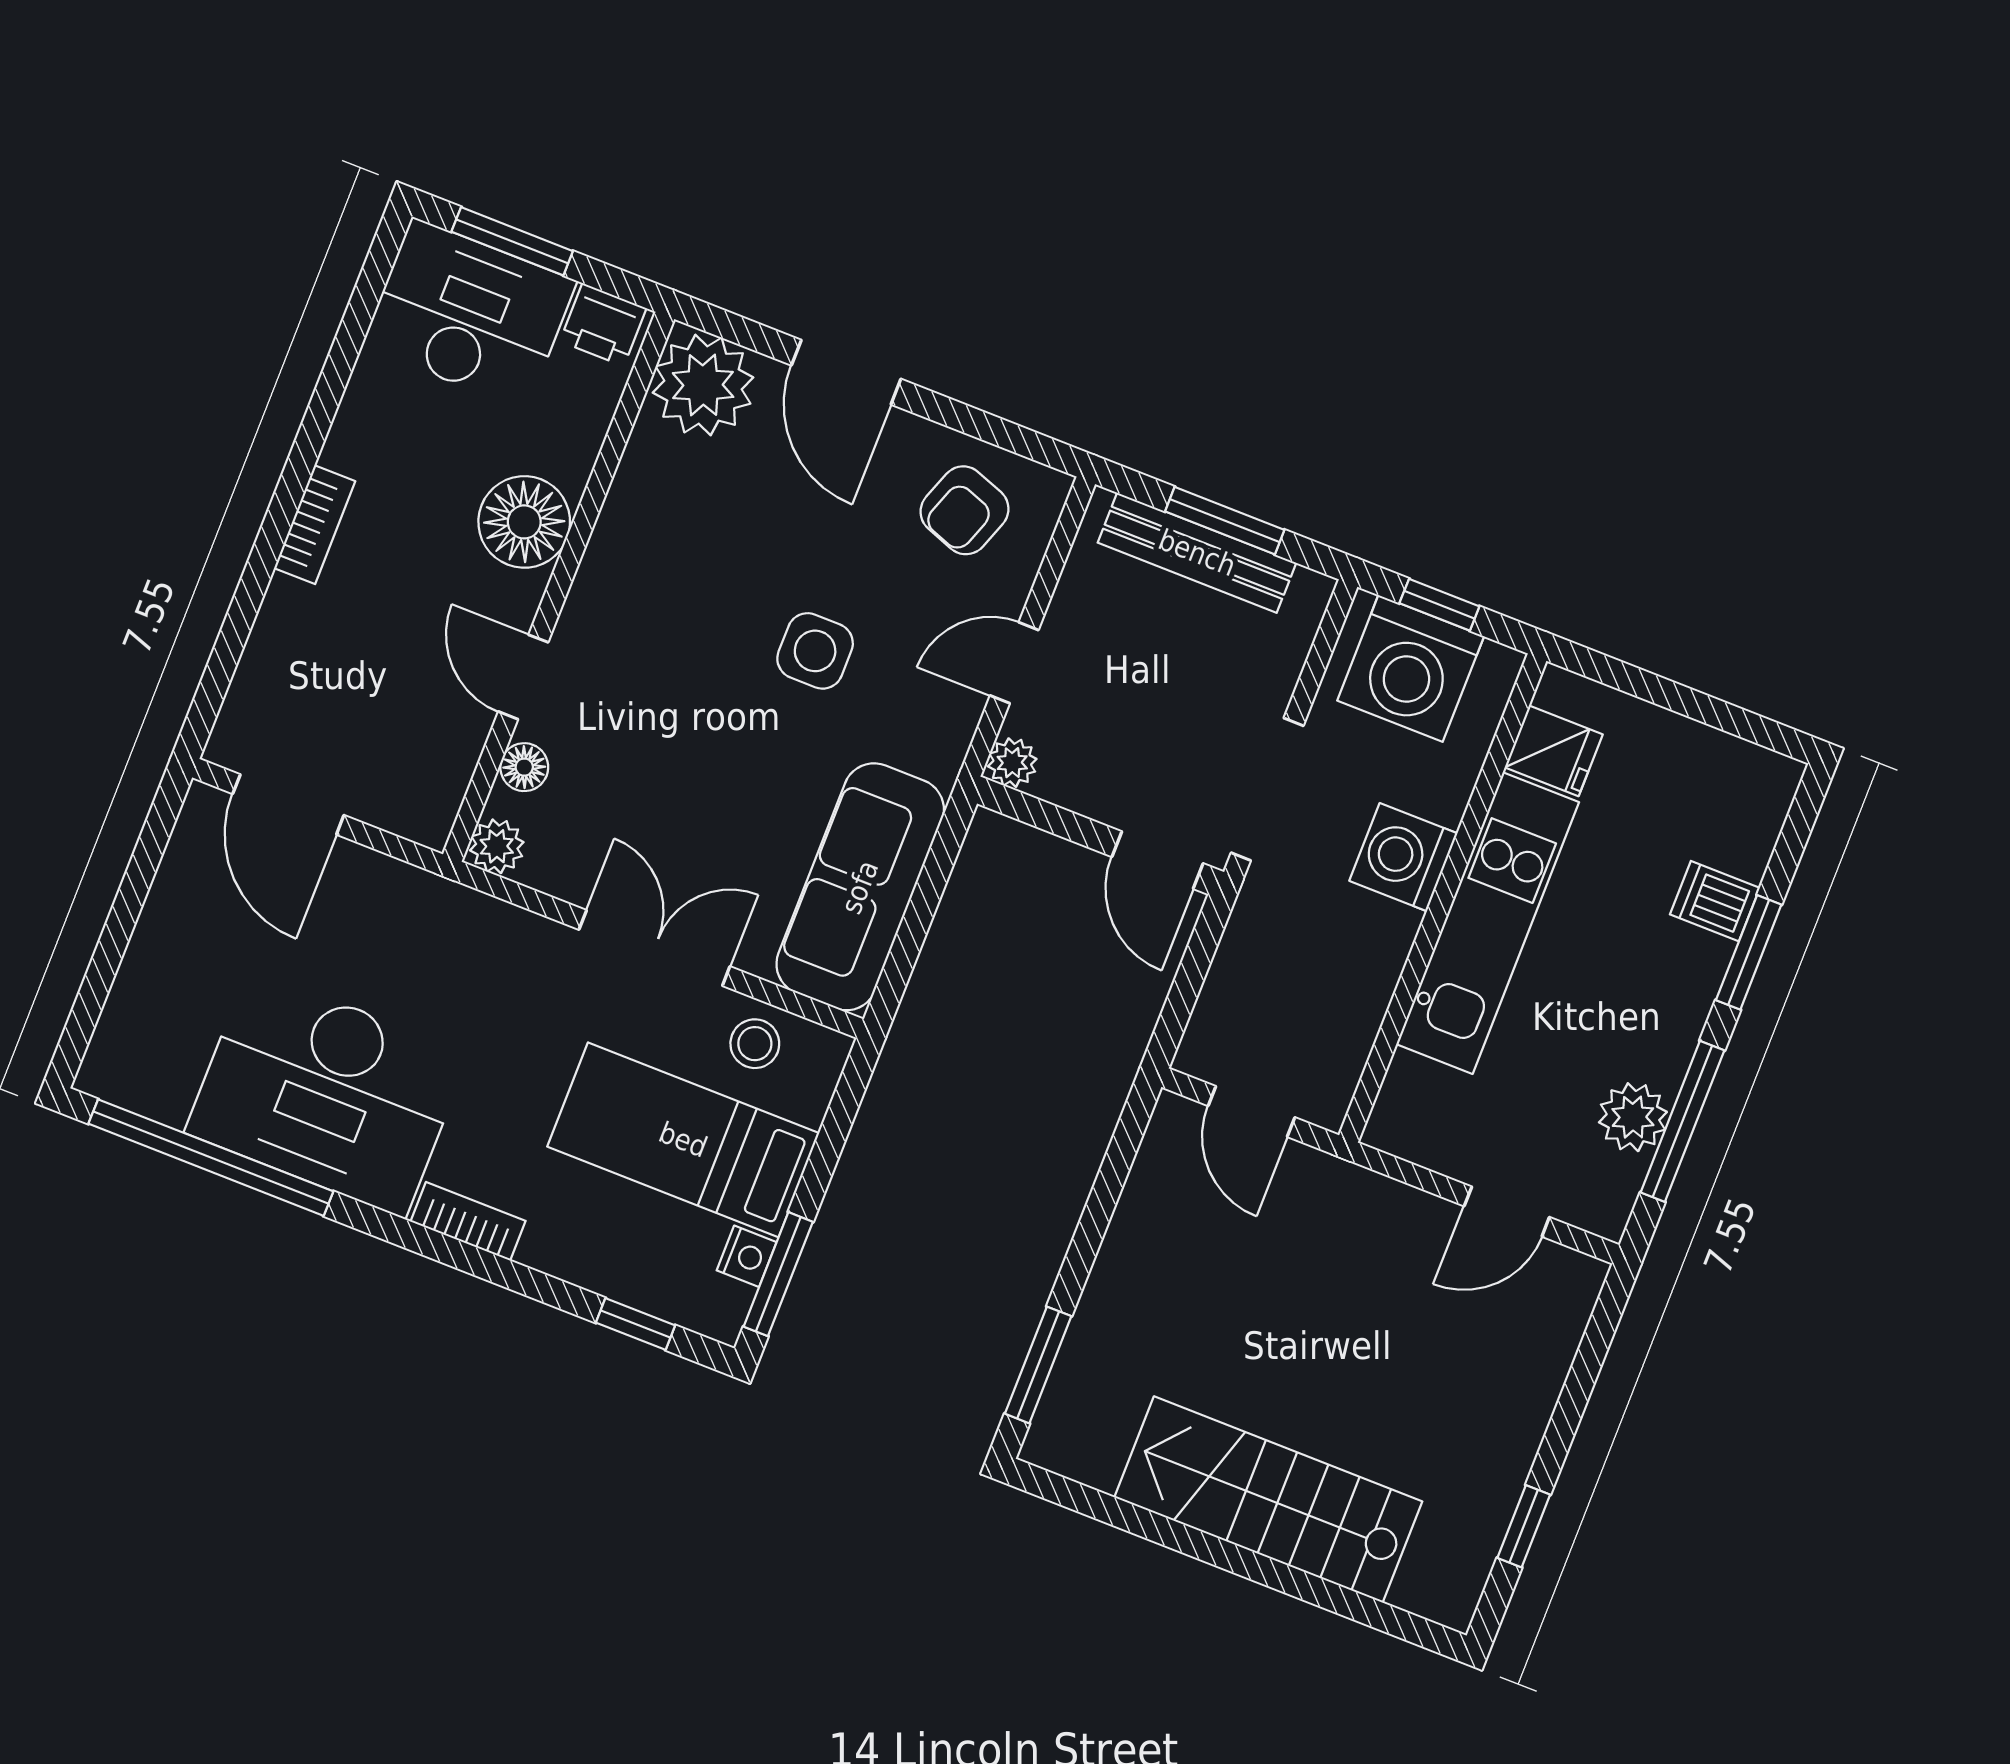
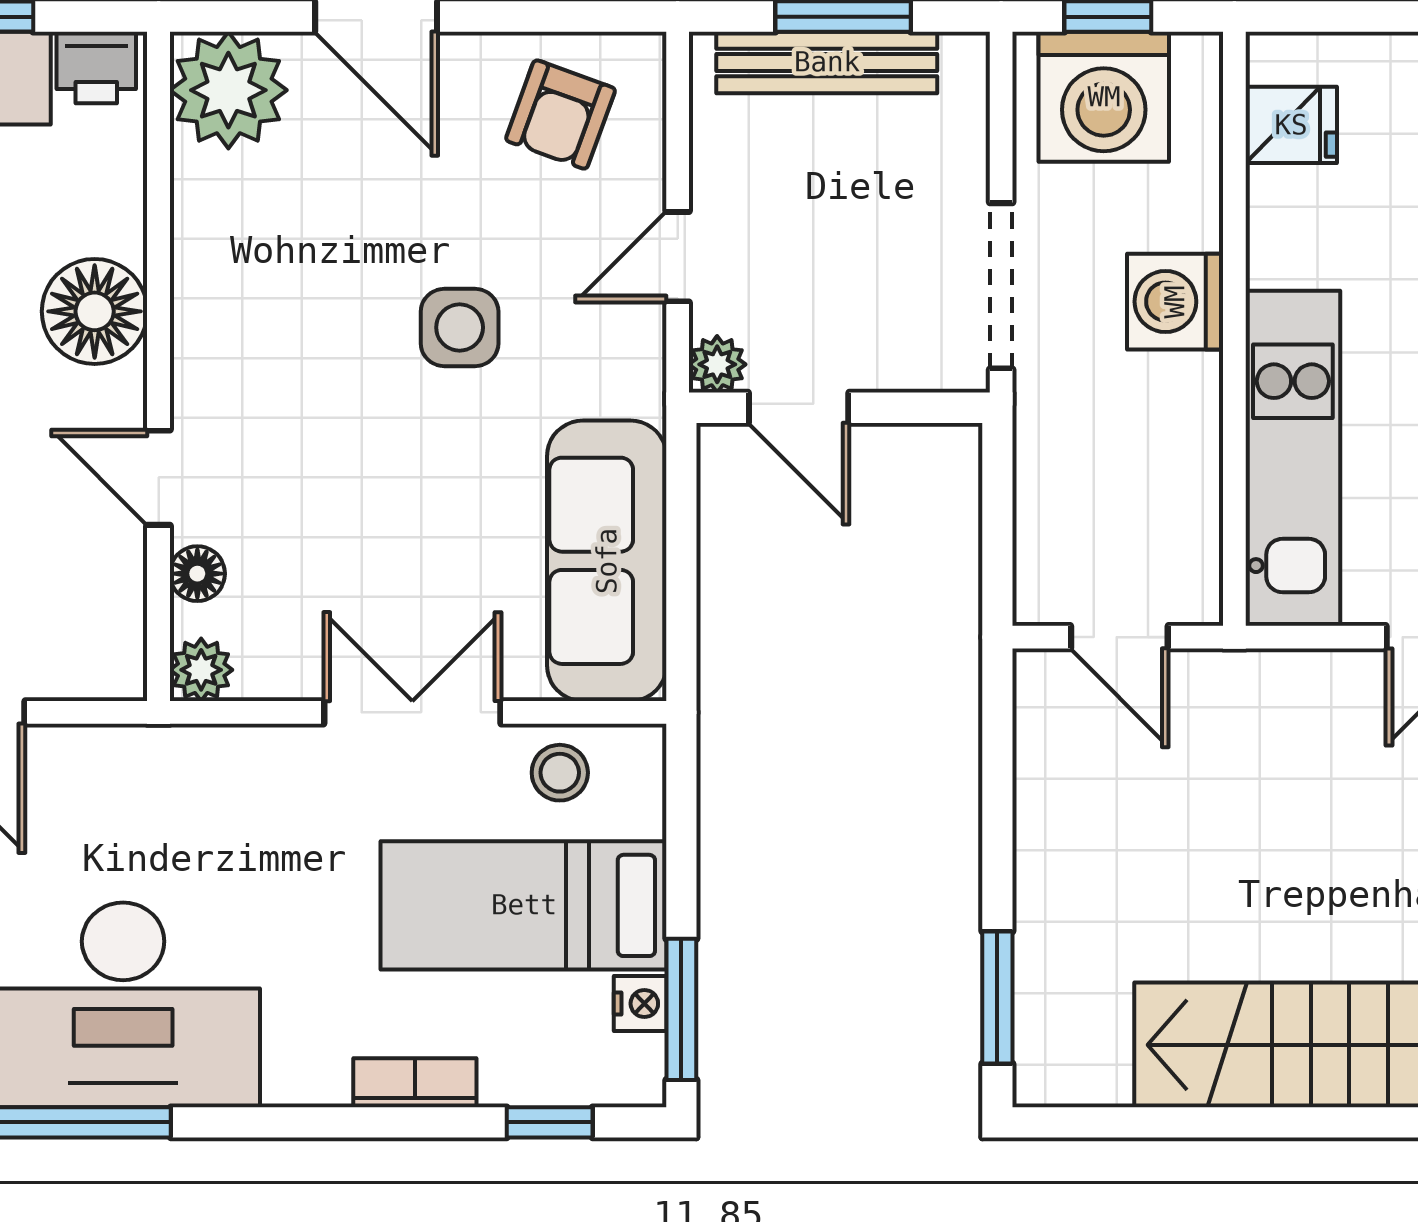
door: (1157, 860) -> (799, 408), moved
kitchen unit: (1488, 923) -> (1293, 458), moved
bookcase: (468, 1221) -> (415, 1083), moved

